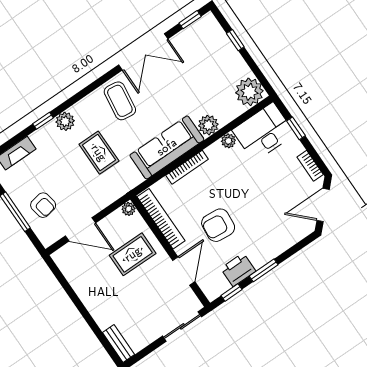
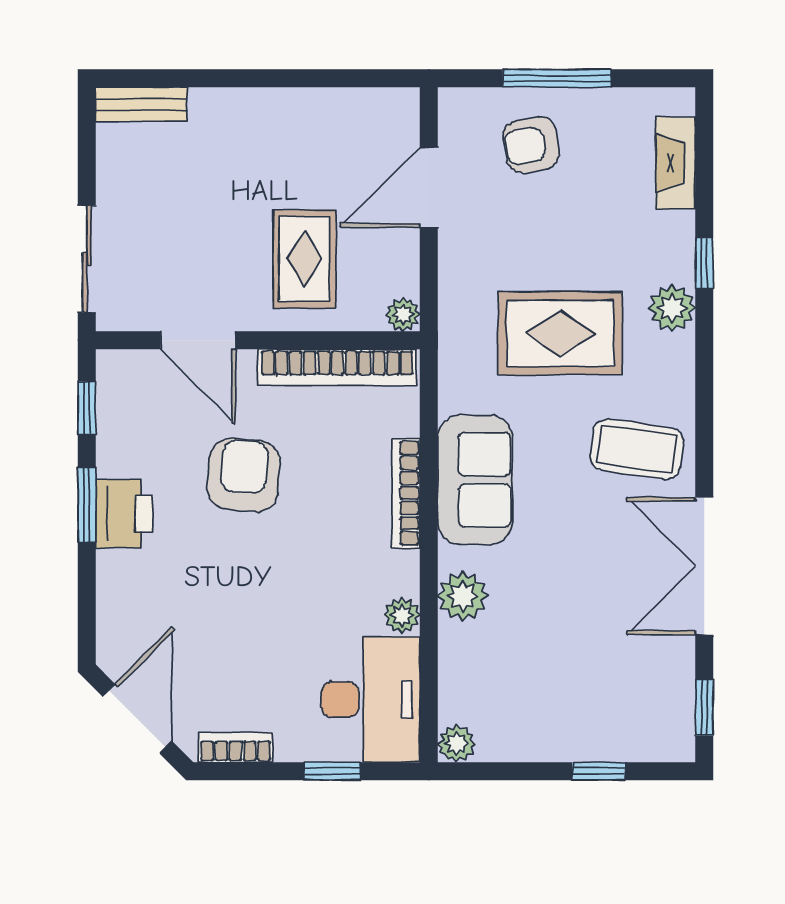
plant: (249, 92) -> (456, 744), width x0.53, depth x0.53
sofa: (167, 147) -> (475, 480), width x0.73
rug: (99, 153) -> (560, 333), width x1.36, depth x1.43
printer: (238, 270) -> (124, 514), moved

